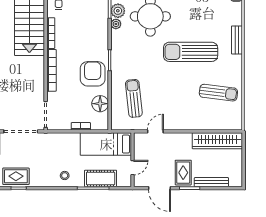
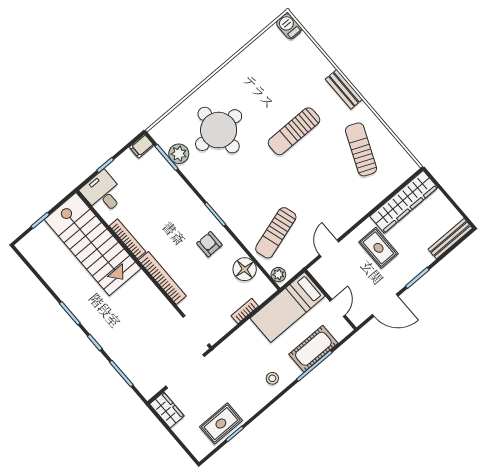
plant: (116, 24) -> (278, 275), moved
bench: (237, 40) -> (344, 89), moved
sun lounger: (191, 52) -> (294, 131), width x0.73, depth x0.75
armchair: (93, 74) -> (209, 244), width x0.53, depth x0.53
sun lounger: (218, 93) -> (361, 149), turned -74
sun lounger: (134, 98) -> (276, 233), turned -101
rug: (183, 173) -> (378, 248), moved
bench: (211, 182) -> (450, 239), moved

